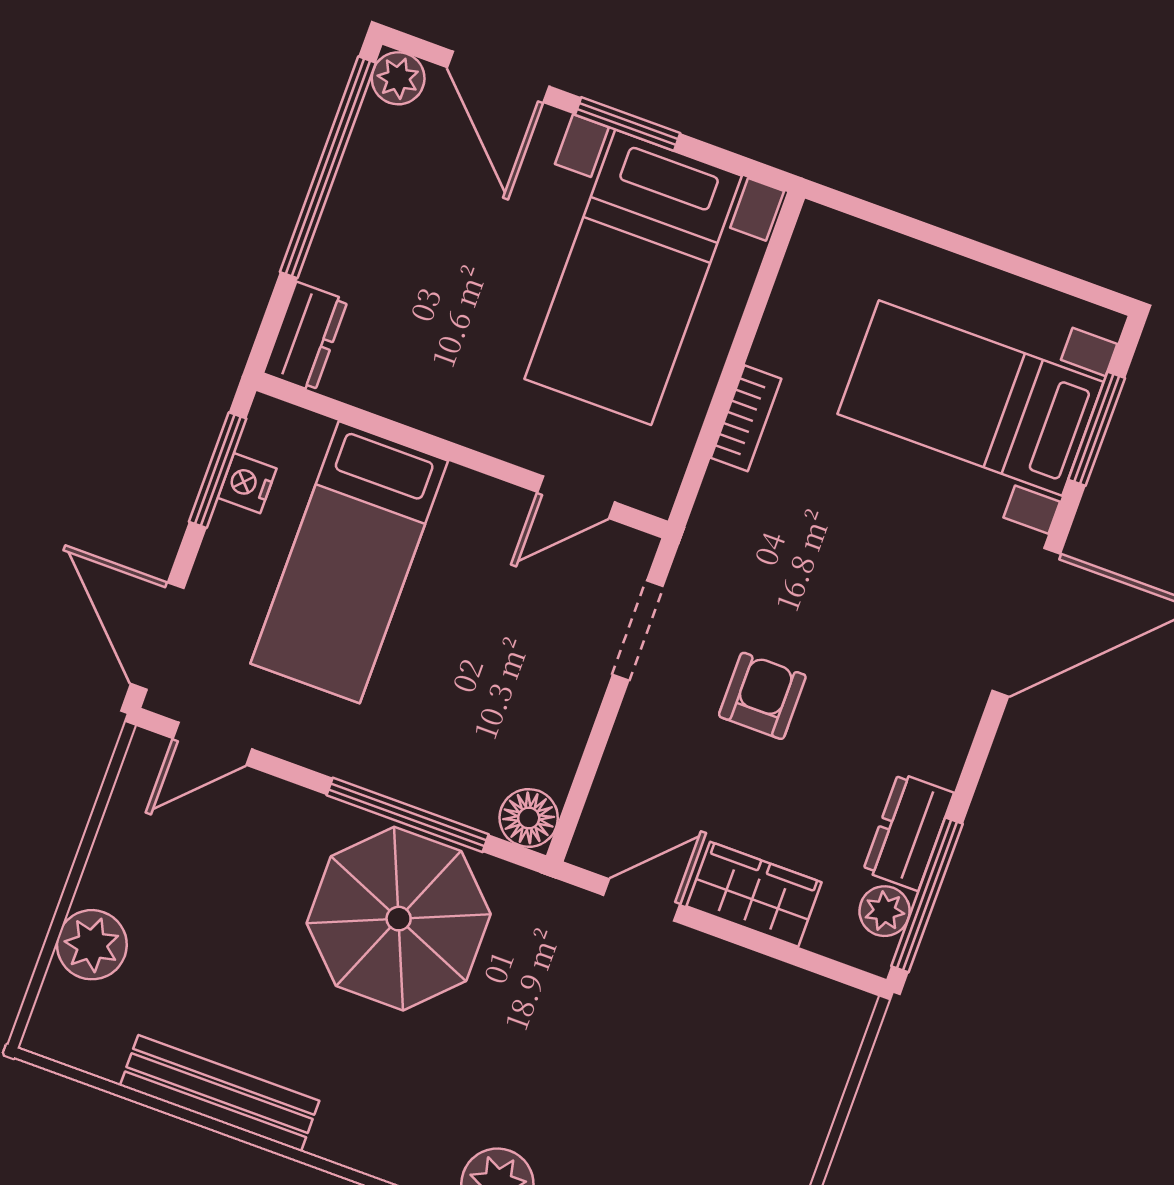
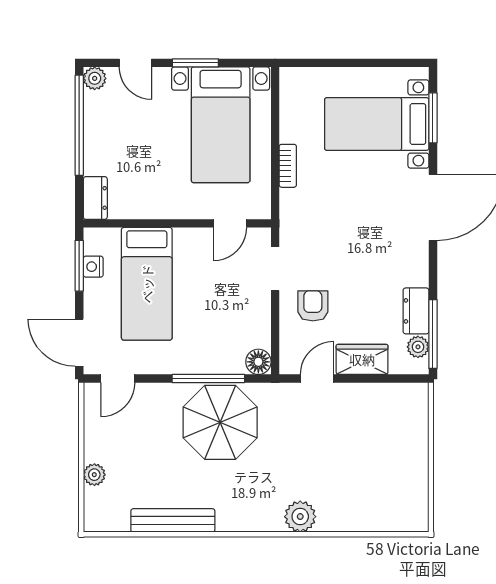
door: (498, 77) -> (135, 63), width x0.73
armchair: (762, 696) -> (313, 306), moved
plant: (92, 945) -> (94, 475), width x0.73, depth x0.73

